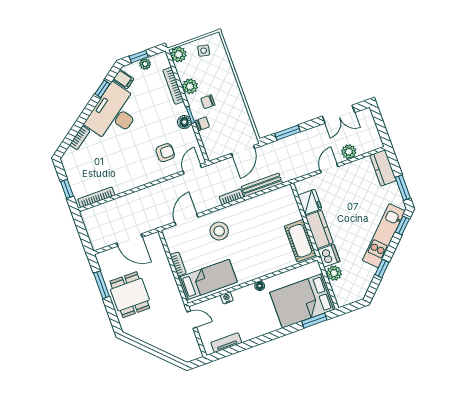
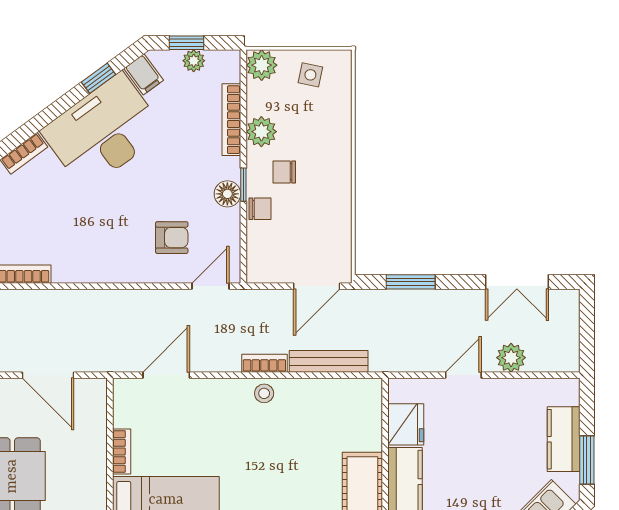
kitchen counter: (383, 168) -> (564, 439), moved
stool: (219, 231) -> (264, 393), moved, width x0.53, depth x0.53

